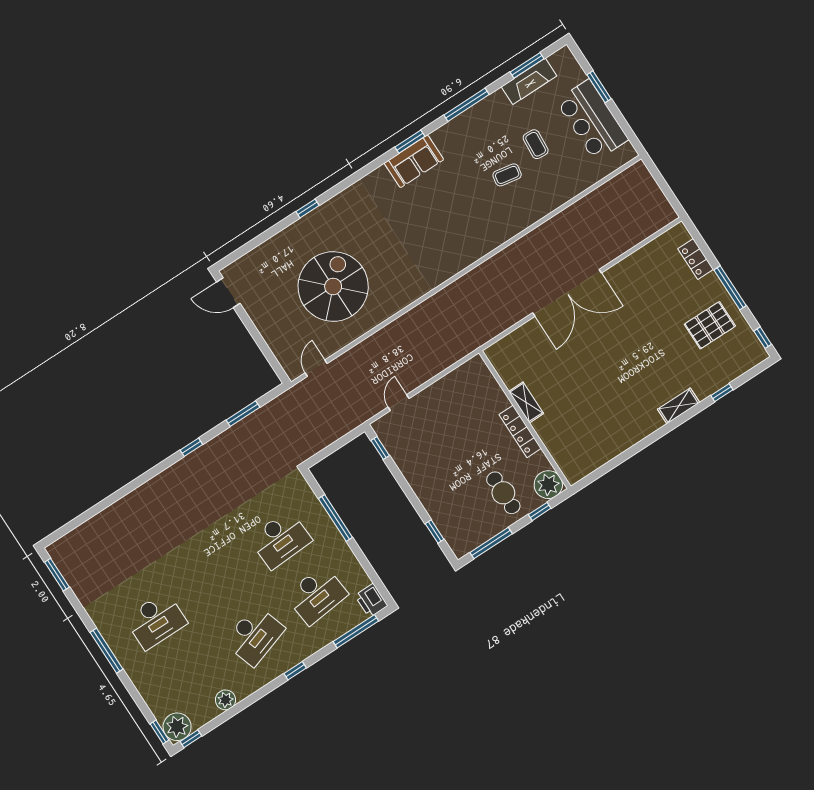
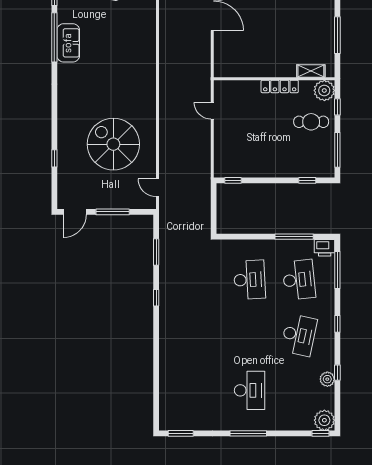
window: (410, 142) -> (54, 37), width x2.11
window: (307, 208) -> (54, 158), moved
window: (256, 336) -> (113, 212), added
shelving: (526, 402) -> (311, 71), moved
door: (399, 403) -> (212, 111), moved
window: (620, 459) -> (337, 35), added
window: (335, 518) -> (294, 237), moved
desk: (254, 636) -> (299, 335), turned 30
window: (191, 739) -> (337, 373), moved

